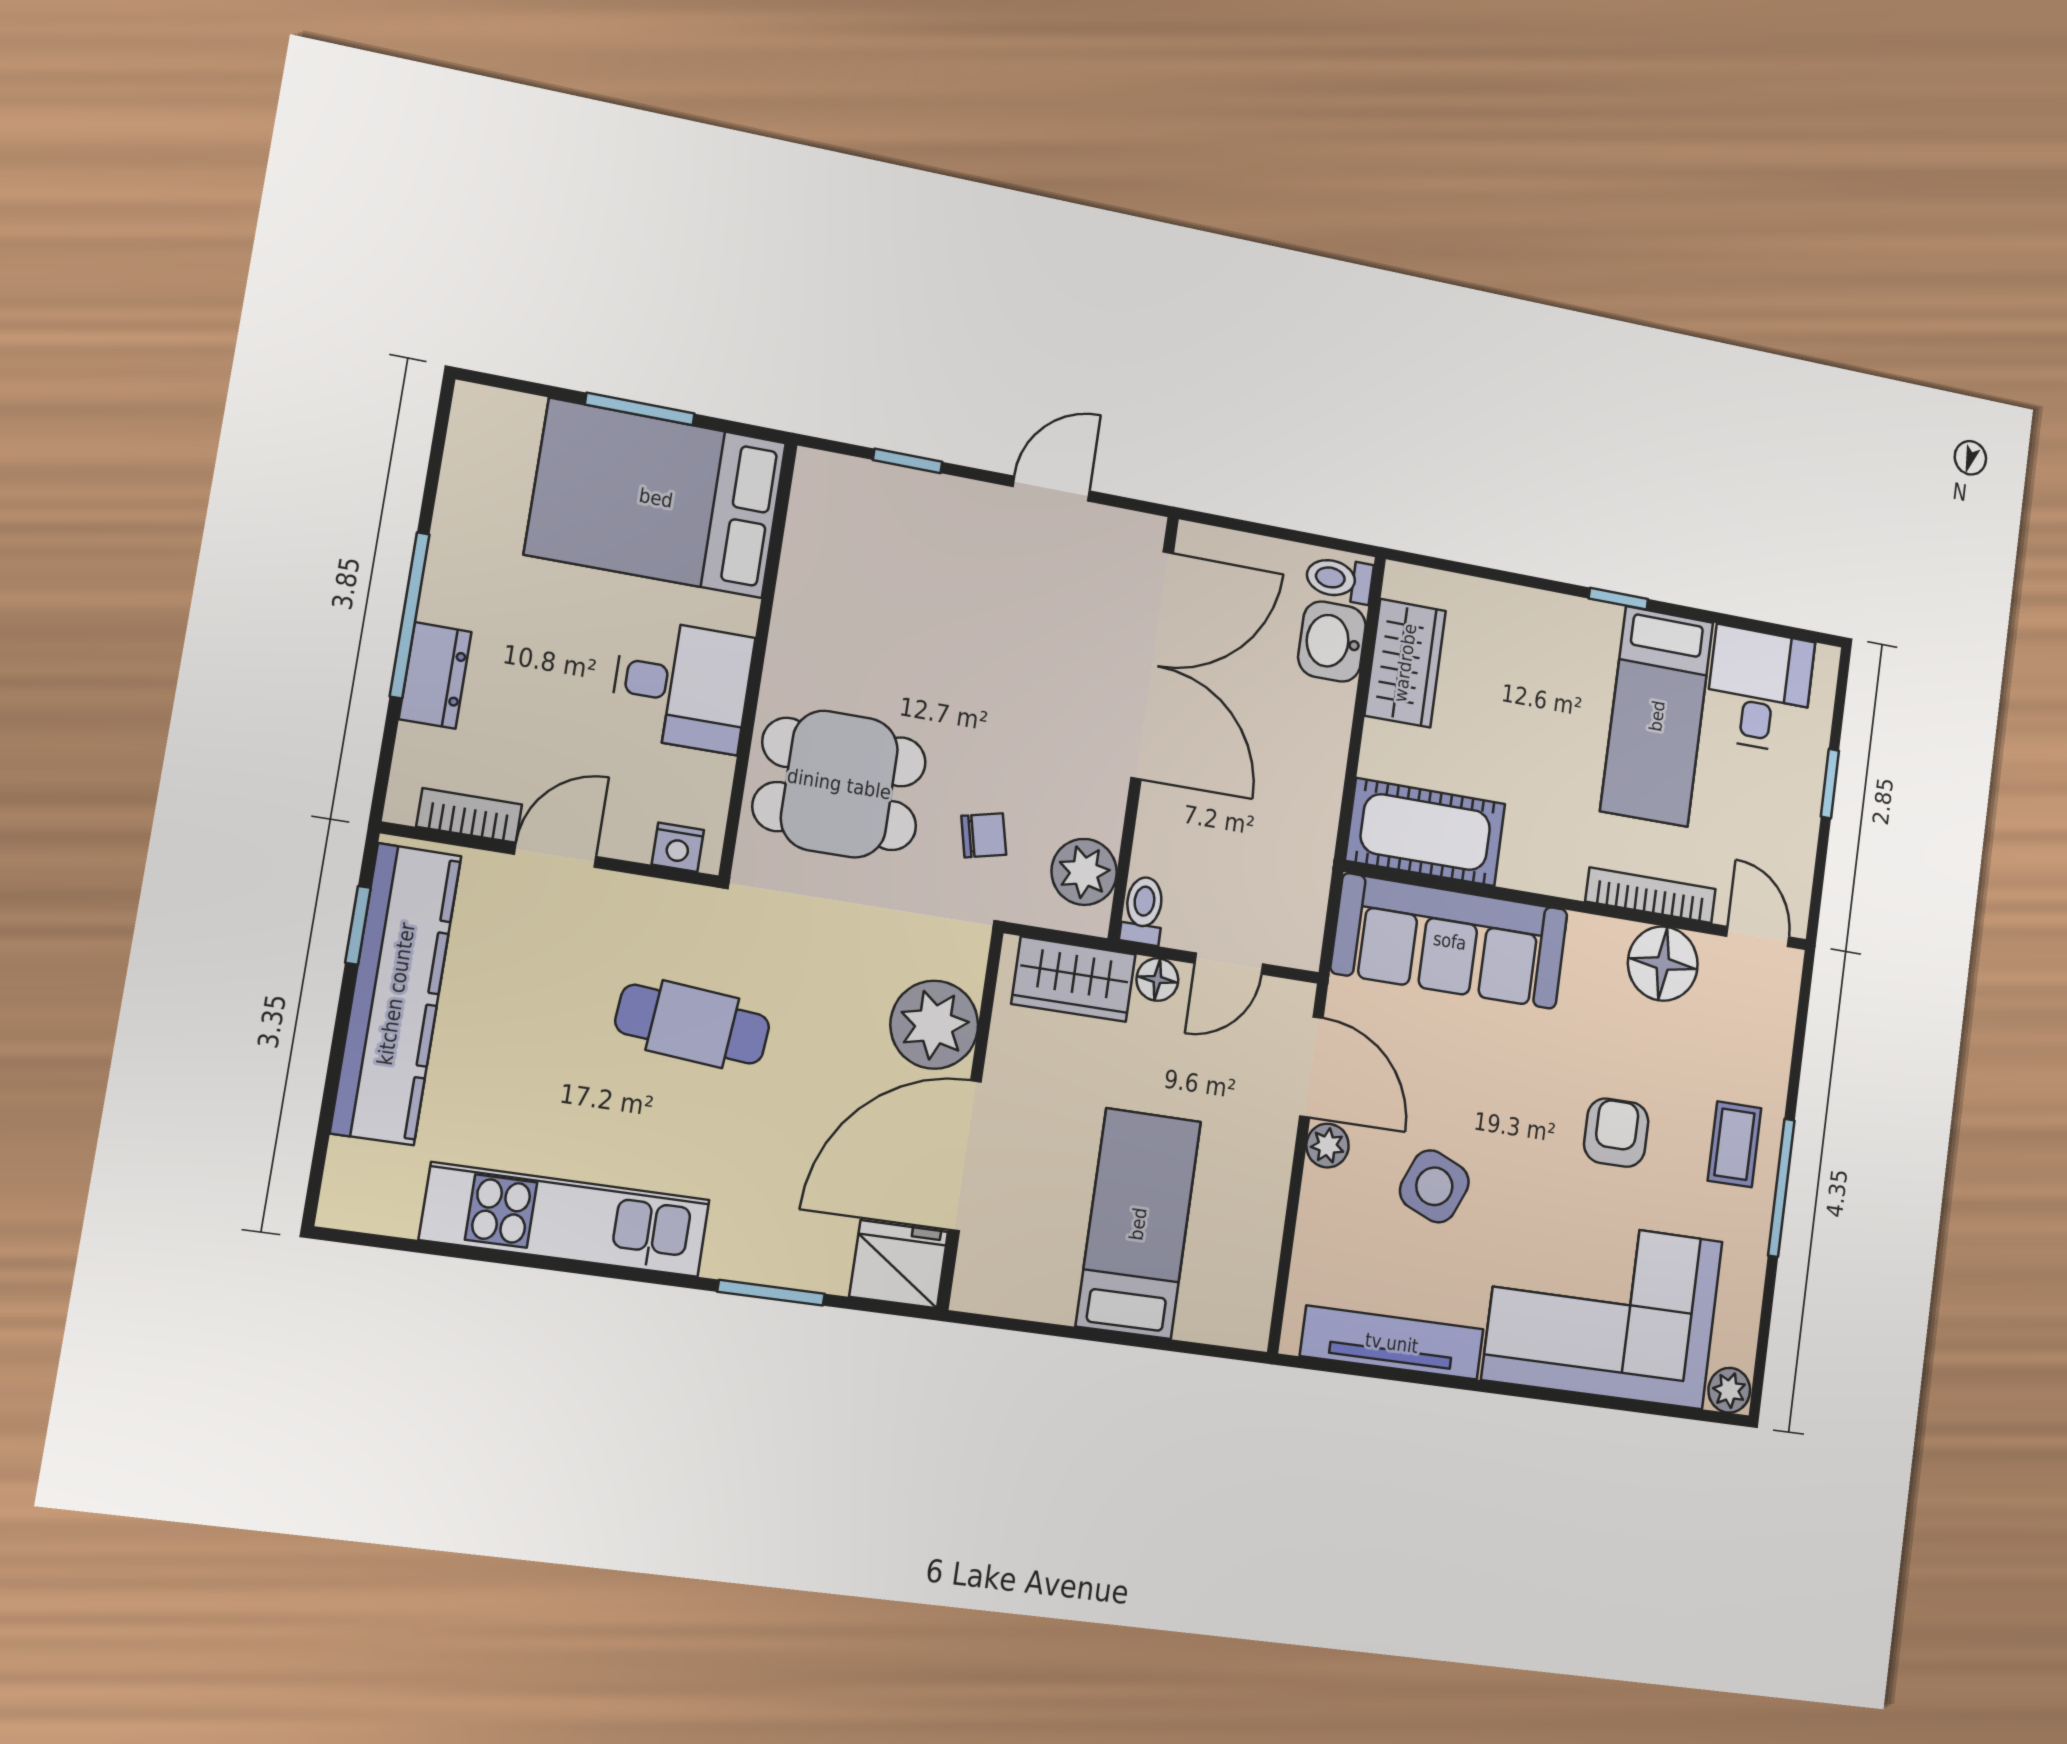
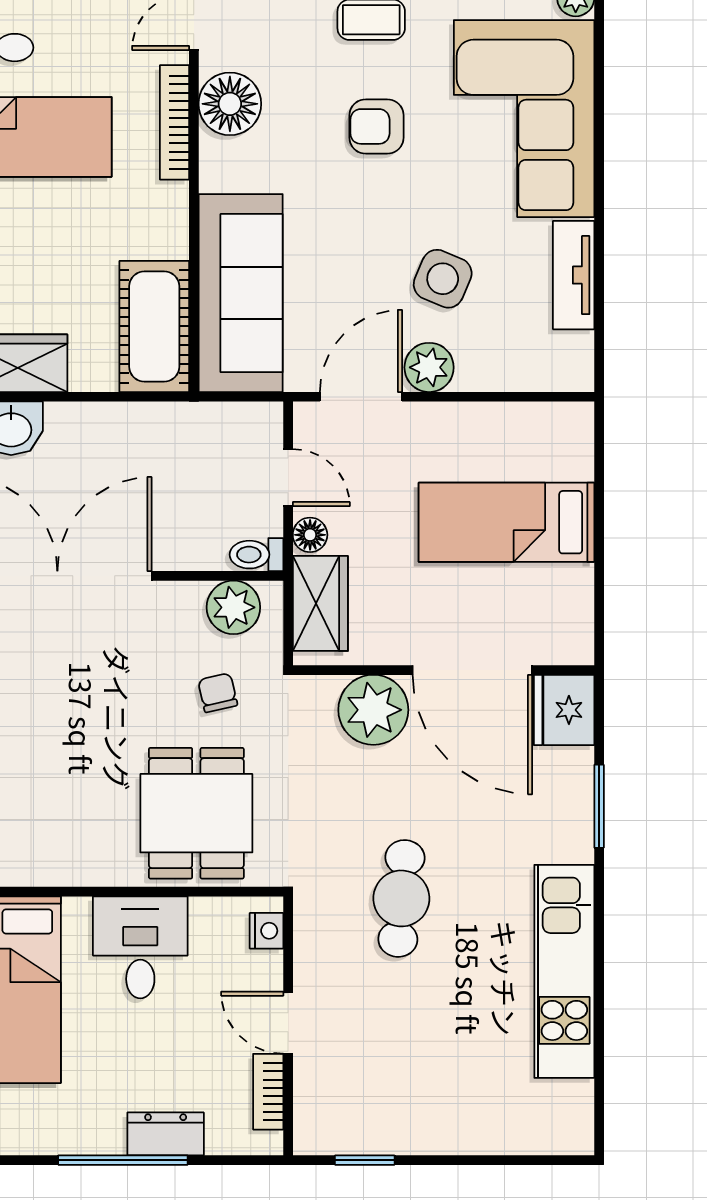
kitchen counter: (396, 994) -> (412, 1124), removed
plant: (1328, 1146) -> (429, 367), width x1.38, depth x1.38
tv unit: (1392, 1343) -> (574, 275), width x0.71

